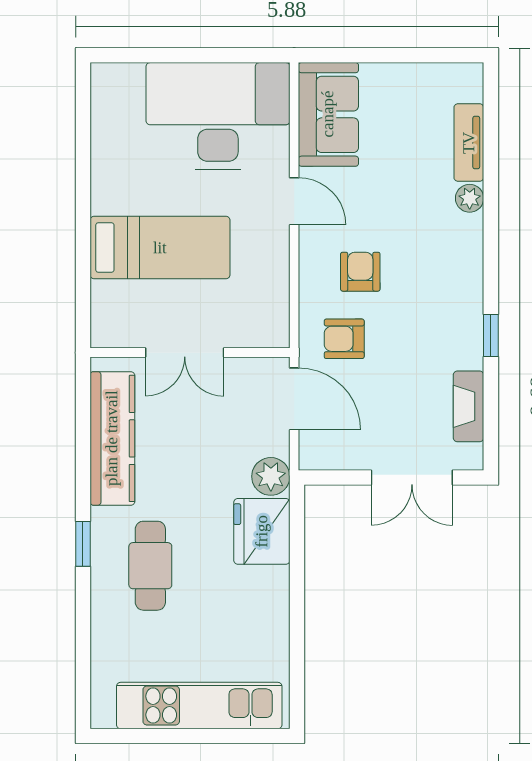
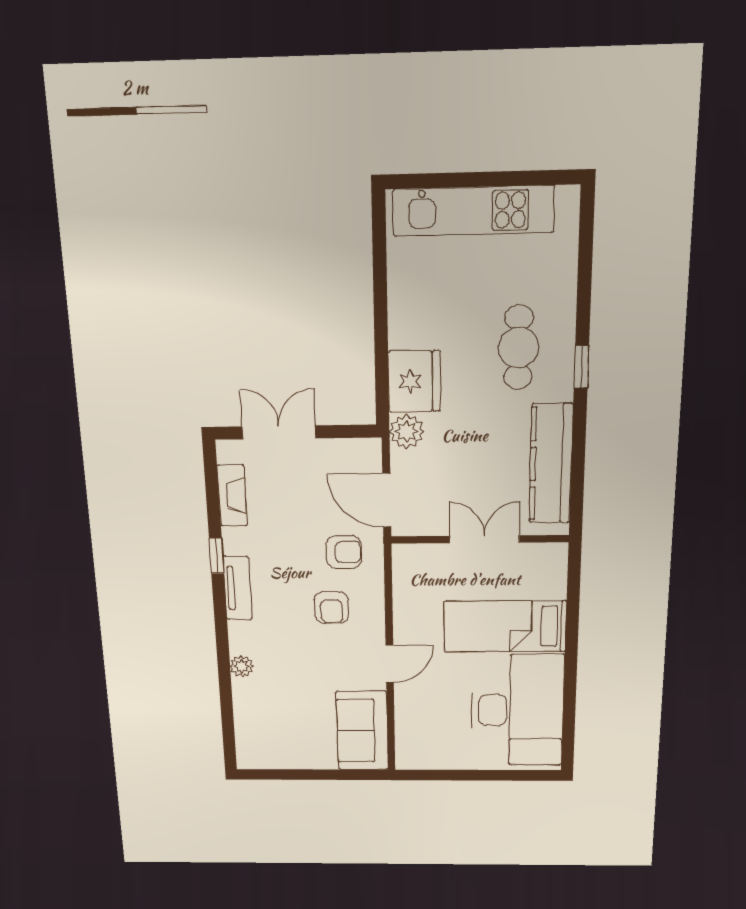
desk: (218, 116) -> (517, 710), moved, turned -90
tv unit: (469, 143) -> (238, 588), moved
door: (294, 201) -> (390, 664), swing flipped

